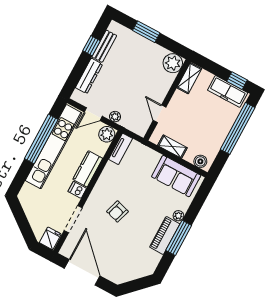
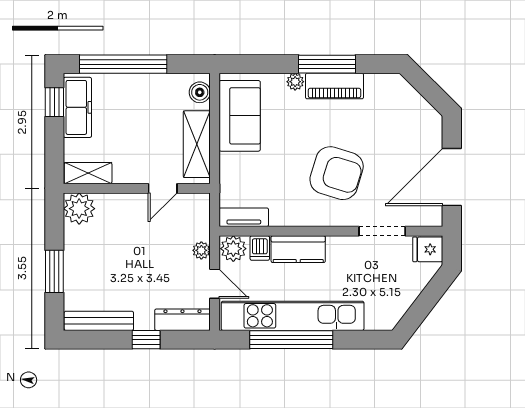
window: (92, 46) -> (146, 340), moved
bench: (104, 46) -> (99, 321), width x1.36
dresser: (89, 76) -> (182, 320), moved
shelving: (172, 147) -> (197, 144), width x1.50, depth x1.33
dishwasher: (77, 190) -> (260, 248), moved
armchair: (117, 211) -> (337, 173), width x1.88, depth x1.88

